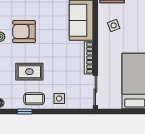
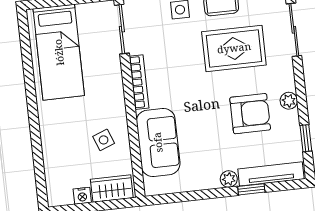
rug: (29, 72) -> (234, 48), width x1.36, depth x1.43

